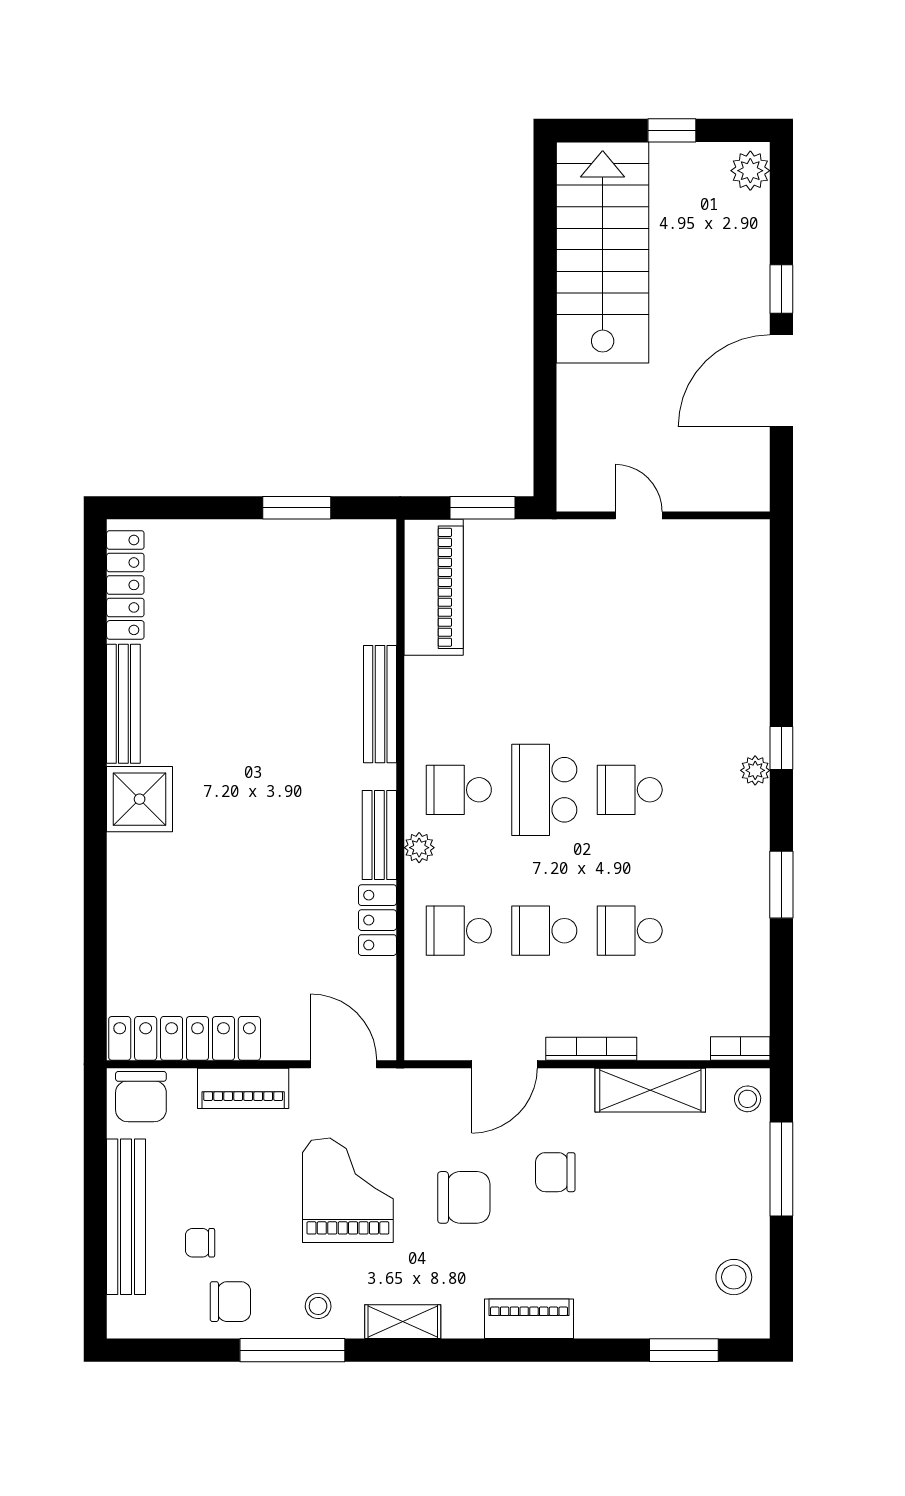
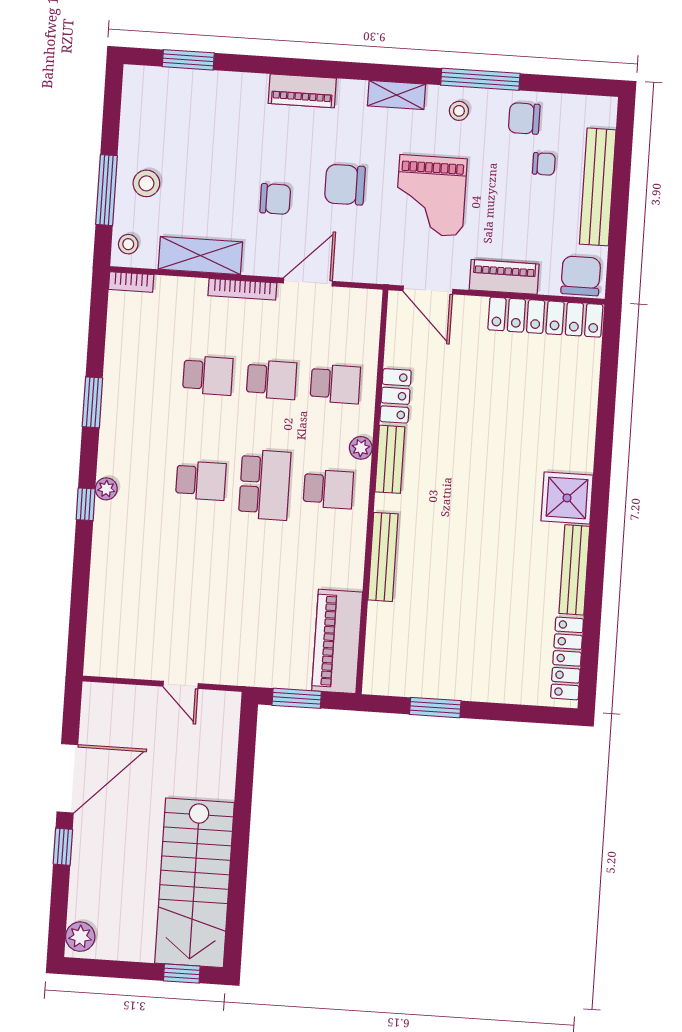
window: (672, 130) -> (182, 974), moved
stool: (734, 1277) -> (146, 183), moved

